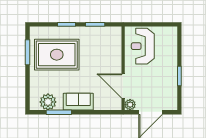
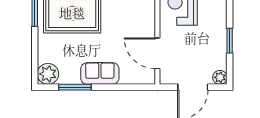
plant: (48, 102) -> (48, 74), moved
plant: (130, 105) -> (220, 77), moved

